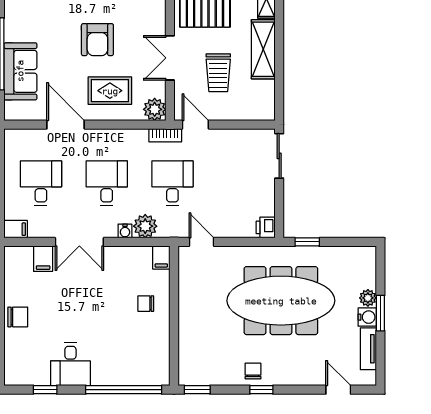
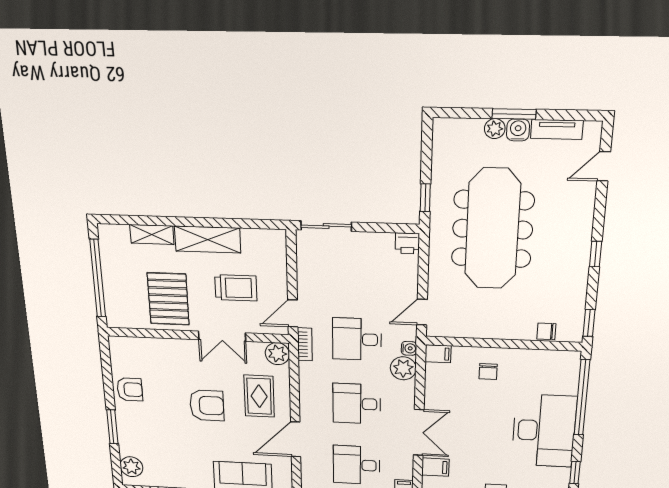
water cooler: (125, 231) -> (409, 348), moved
desk: (70, 364) -> (544, 431), width x1.87, depth x1.30
chair: (253, 371) -> (546, 331), moved

